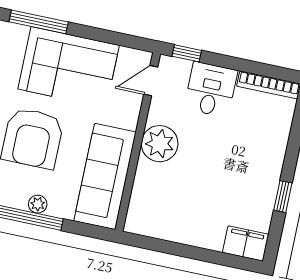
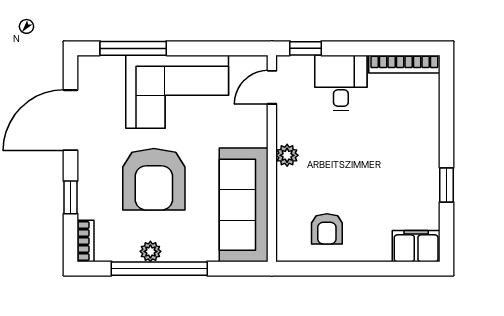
plant: (160, 144) -> (287, 155), width x0.53, depth x0.53
plant: (38, 204) -> (150, 251), moved
armchair: (172, 212) -> (327, 229), added

